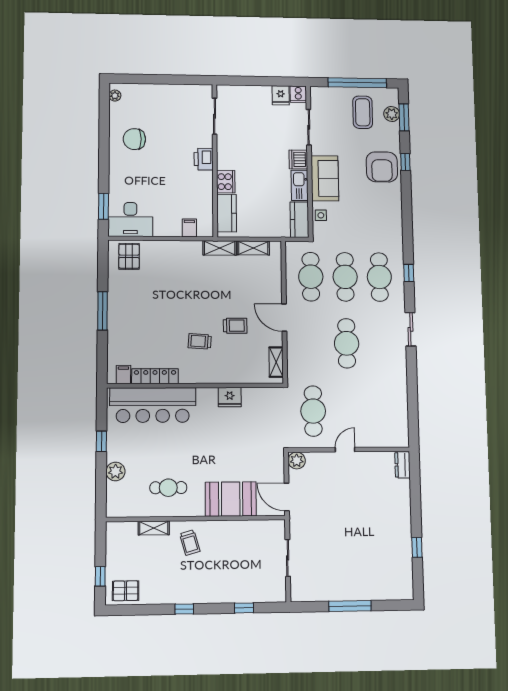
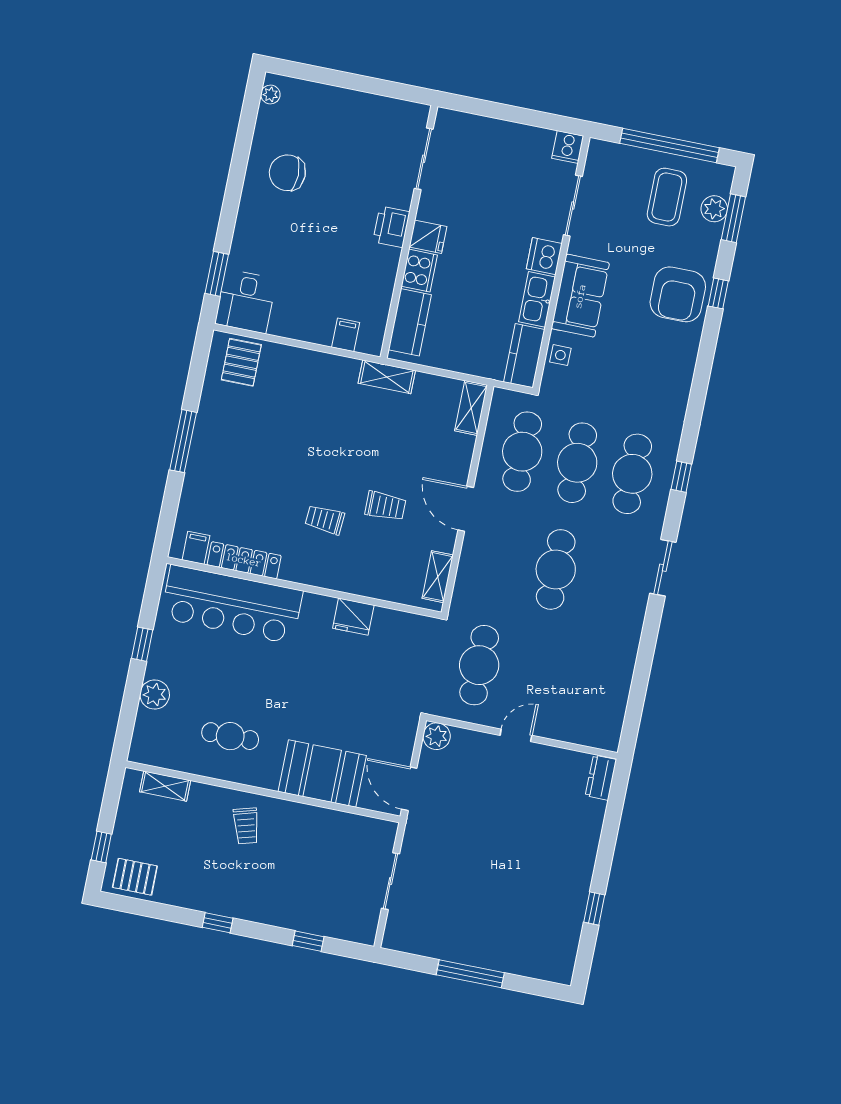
fridge: (281, 95) -> (428, 237), moved, turned -90
desk: (130, 219) -> (246, 301), width x0.73
shelving: (253, 248) -> (471, 408), moved, turned 90
shelving: (154, 528) -> (165, 786), moved

